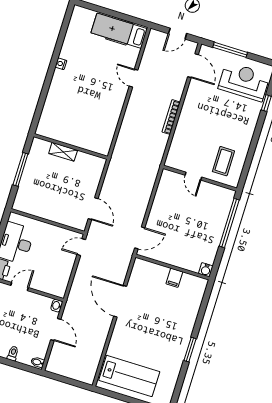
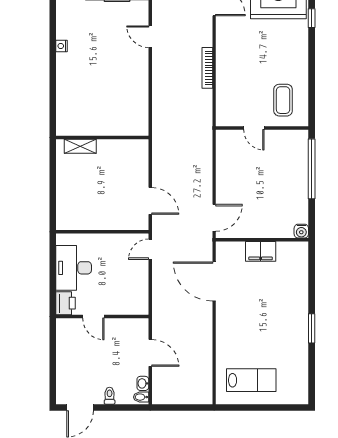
shelving: (63, 152) -> (80, 146), moved
window: (20, 169) -> (53, 182), removed
filing cabinet: (174, 278) -> (261, 251), width x2.00
door: (20, 286) -> (93, 316), swing flipped
door: (120, 301) -> (214, 281), moved
washbasin: (57, 306) -> (143, 383), moved
lab bench: (129, 376) -> (251, 380), width x0.73, depth x0.72

